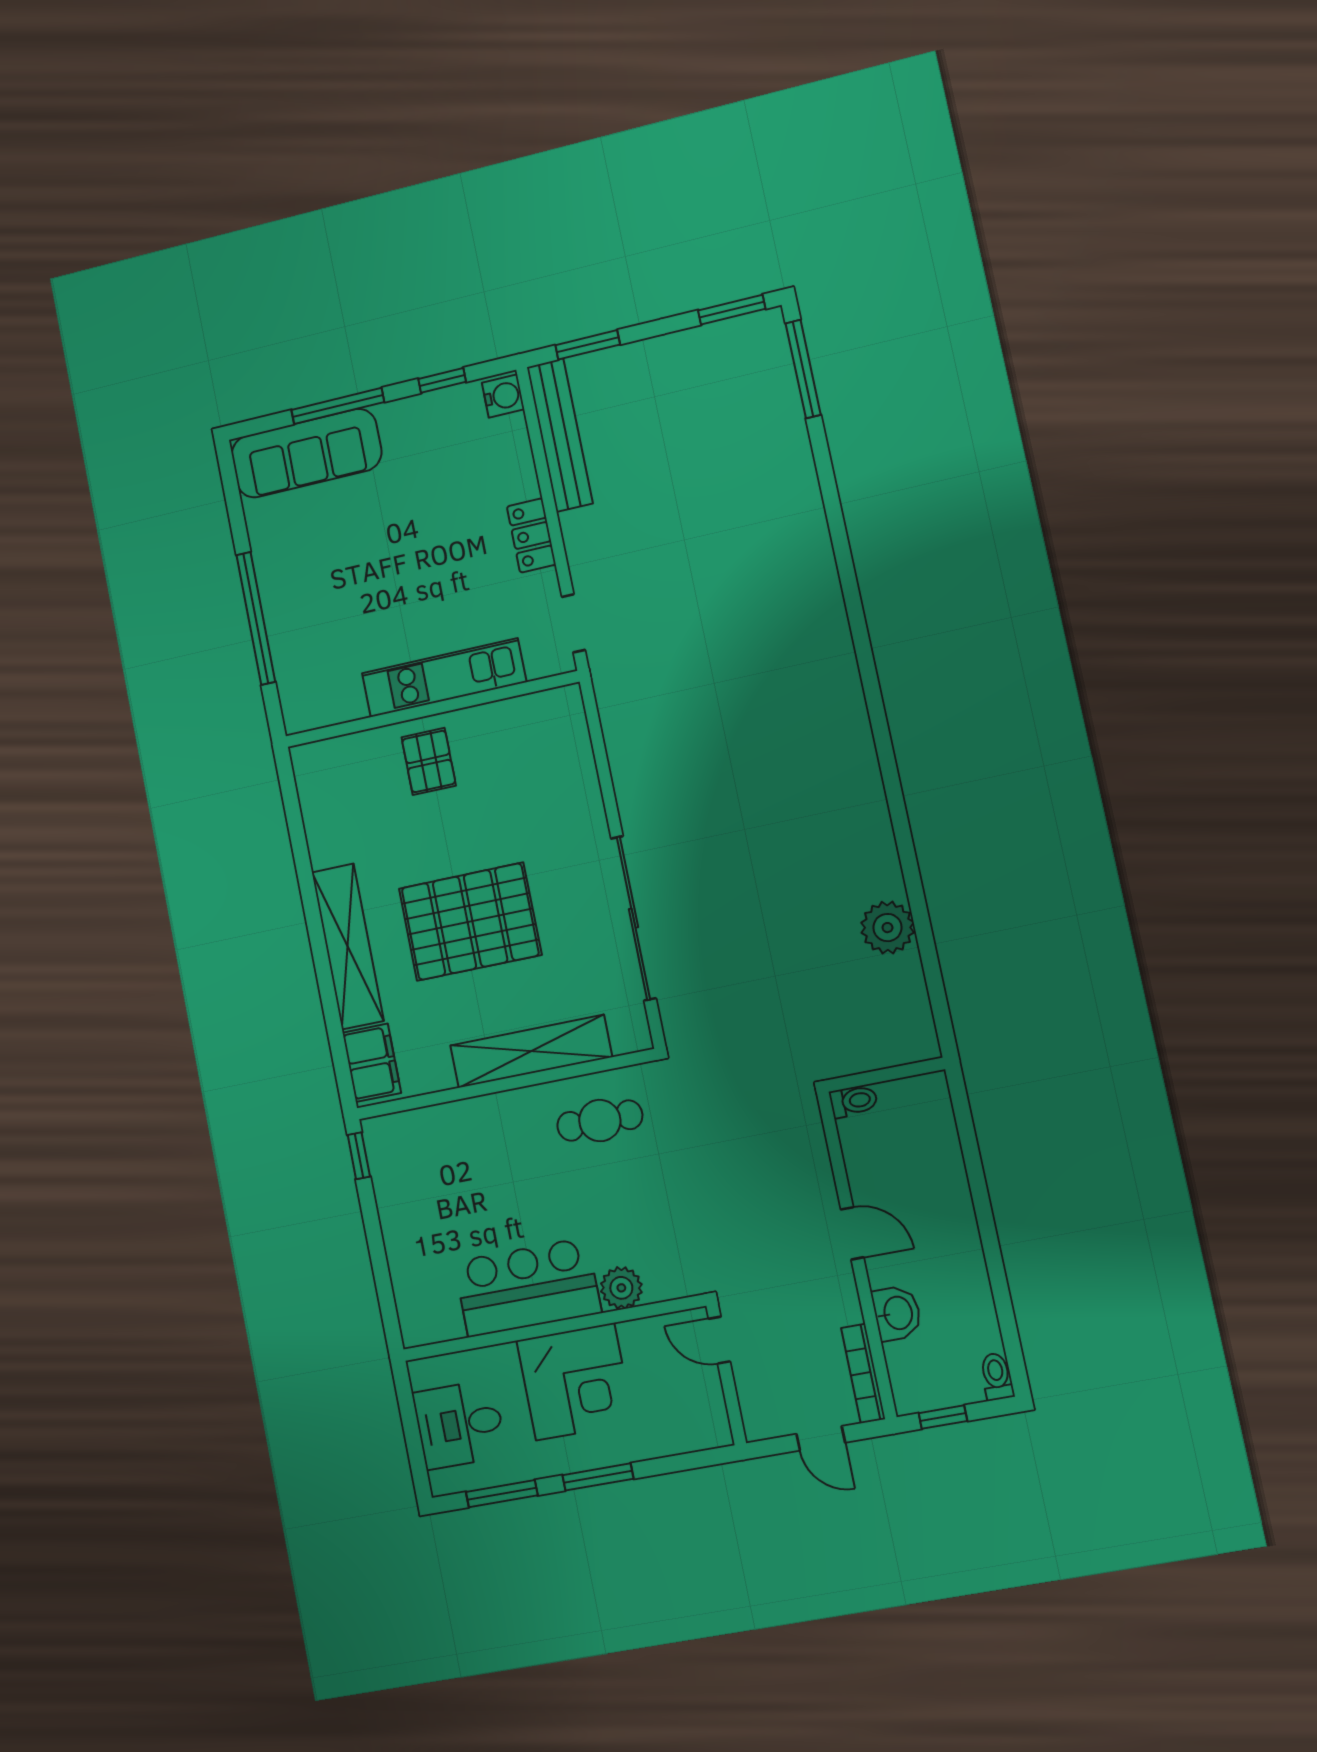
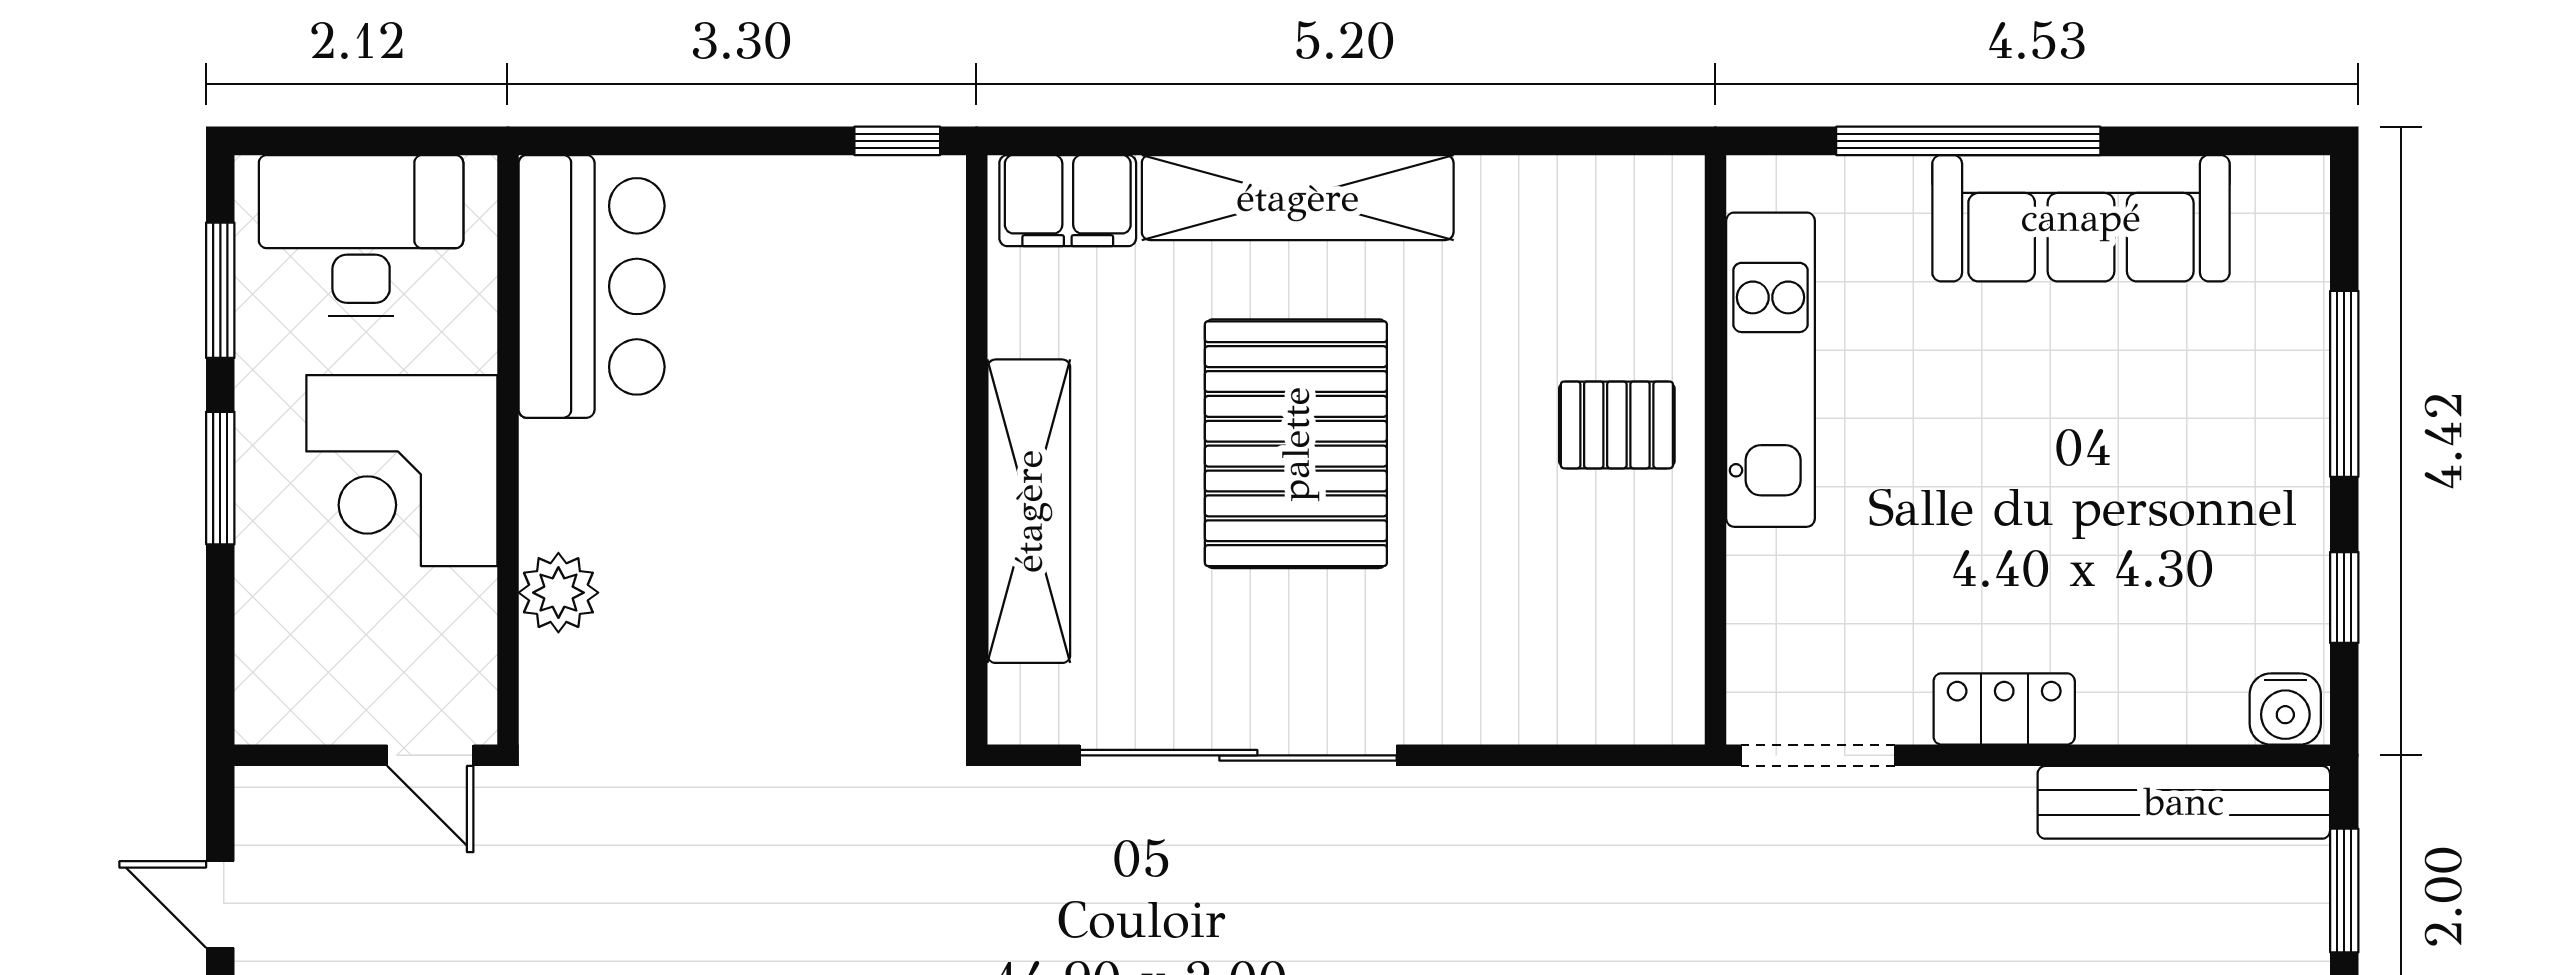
sofa: (306, 453) -> (2081, 218), moved, turned -90
doorway: (573, 623) -> (1818, 755), width x1.38
kitchen unit: (444, 678) -> (1770, 370), moved
cafe table: (600, 1121) -> (875, 615), removed
bar counter: (527, 1287) -> (592, 286), moved
door: (719, 1340) -> (430, 755), swing flipped
desk: (460, 1424) -> (361, 235), width x1.37
door: (821, 1438) -> (220, 904), hinge flipped

